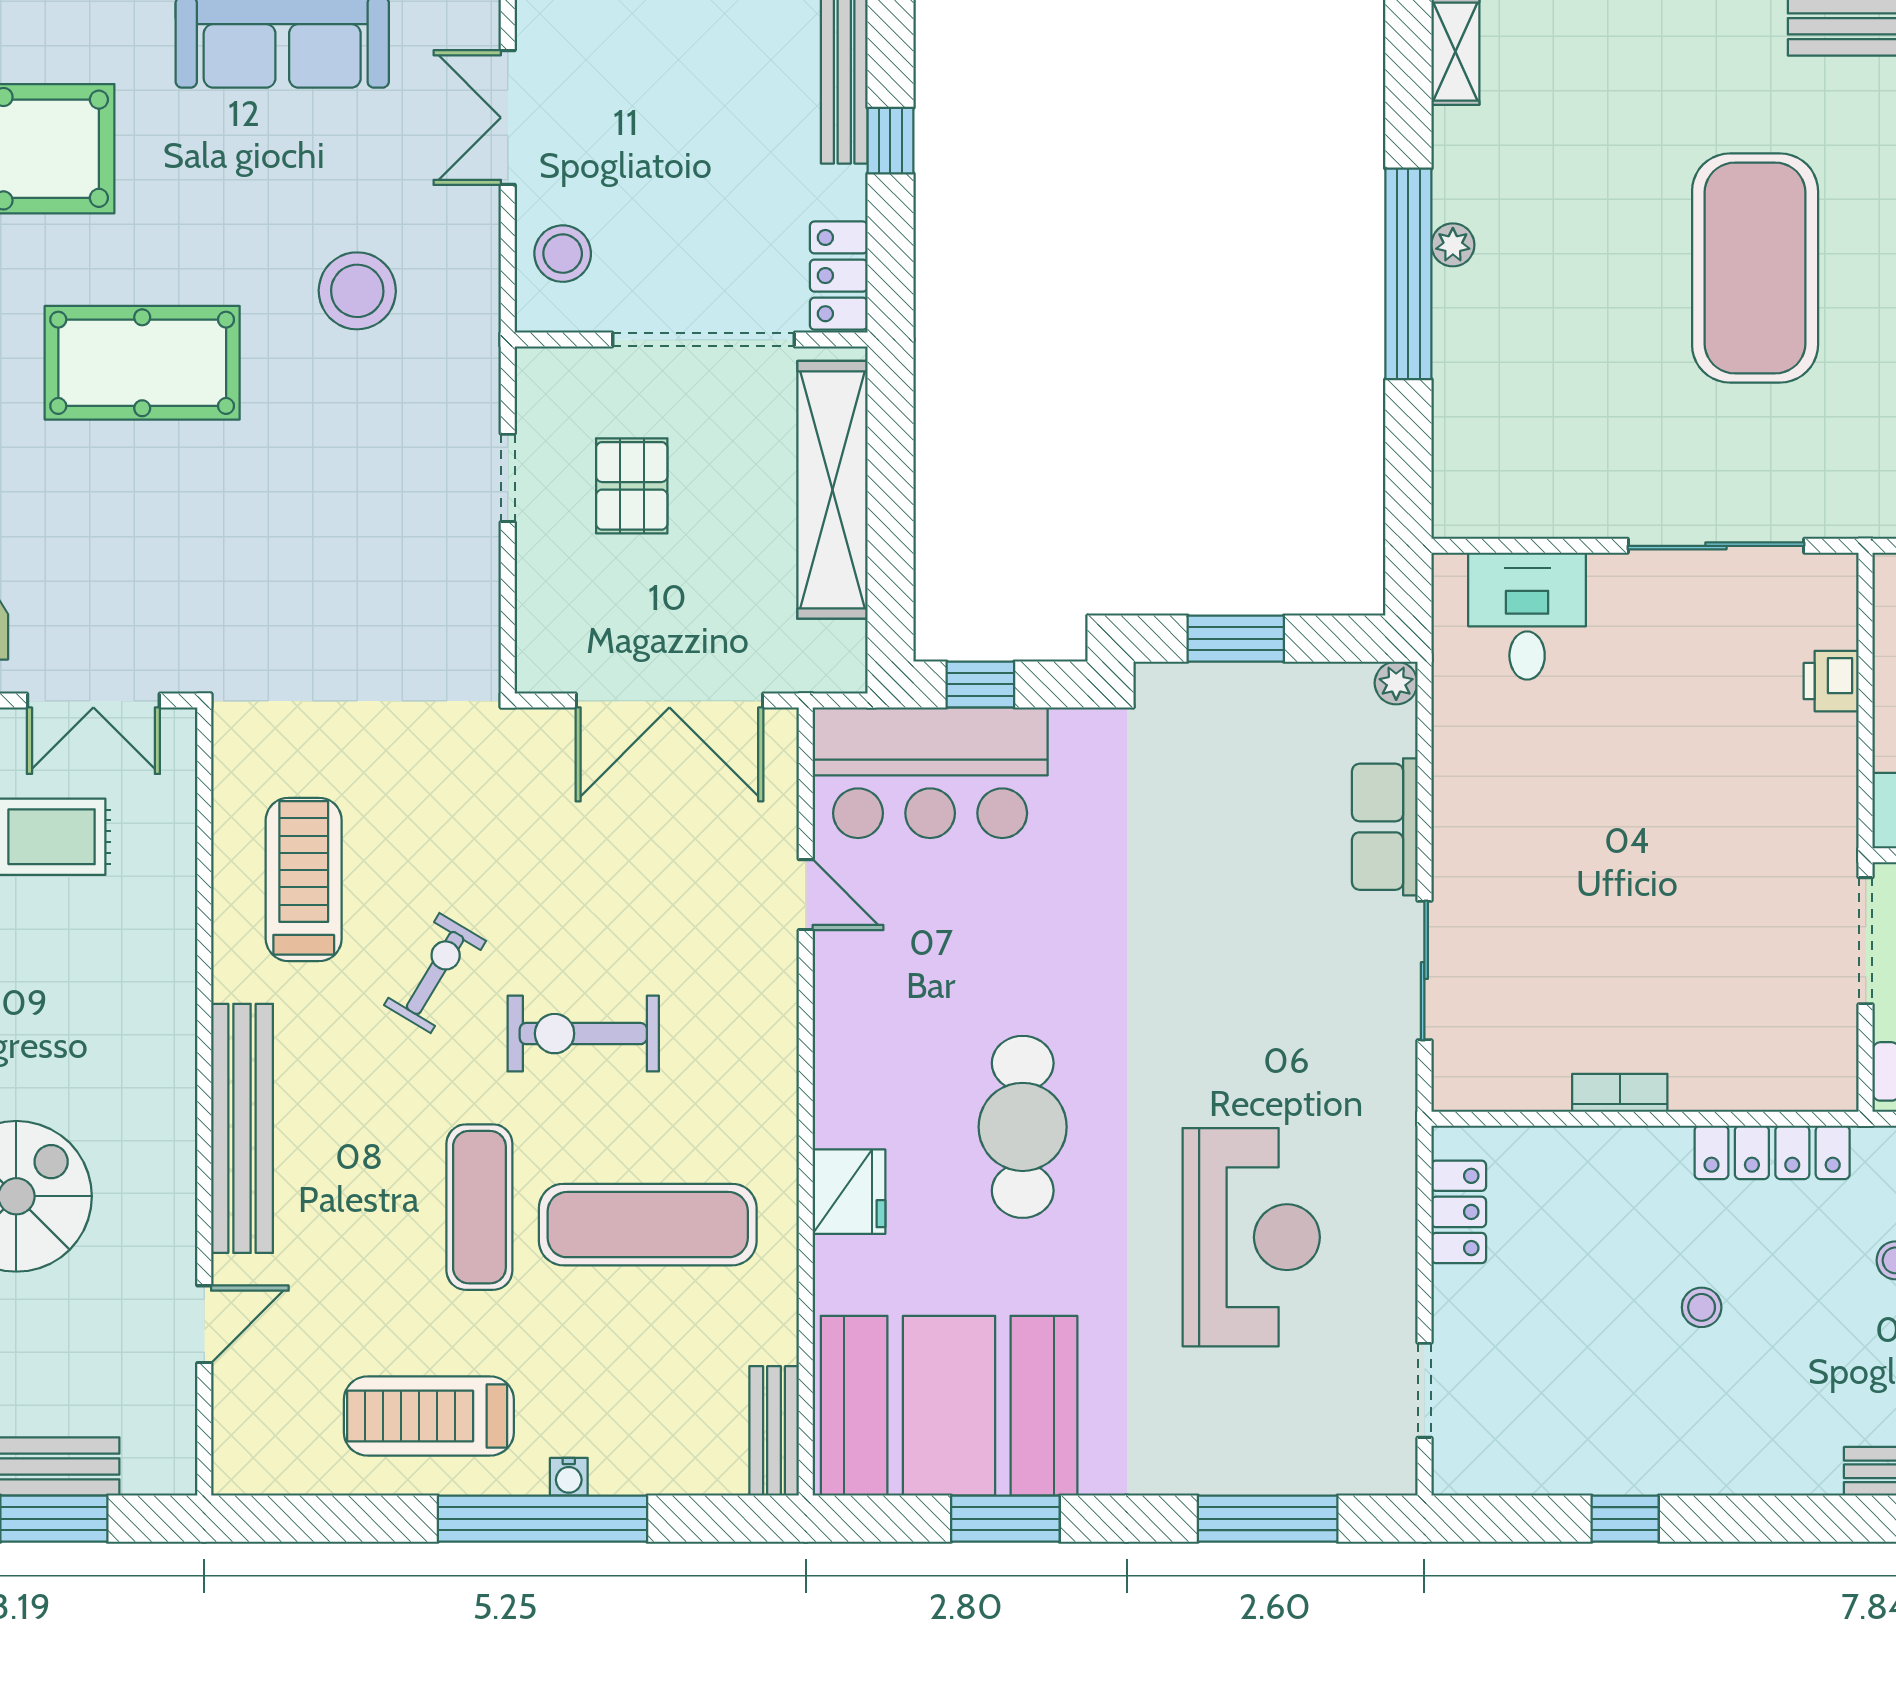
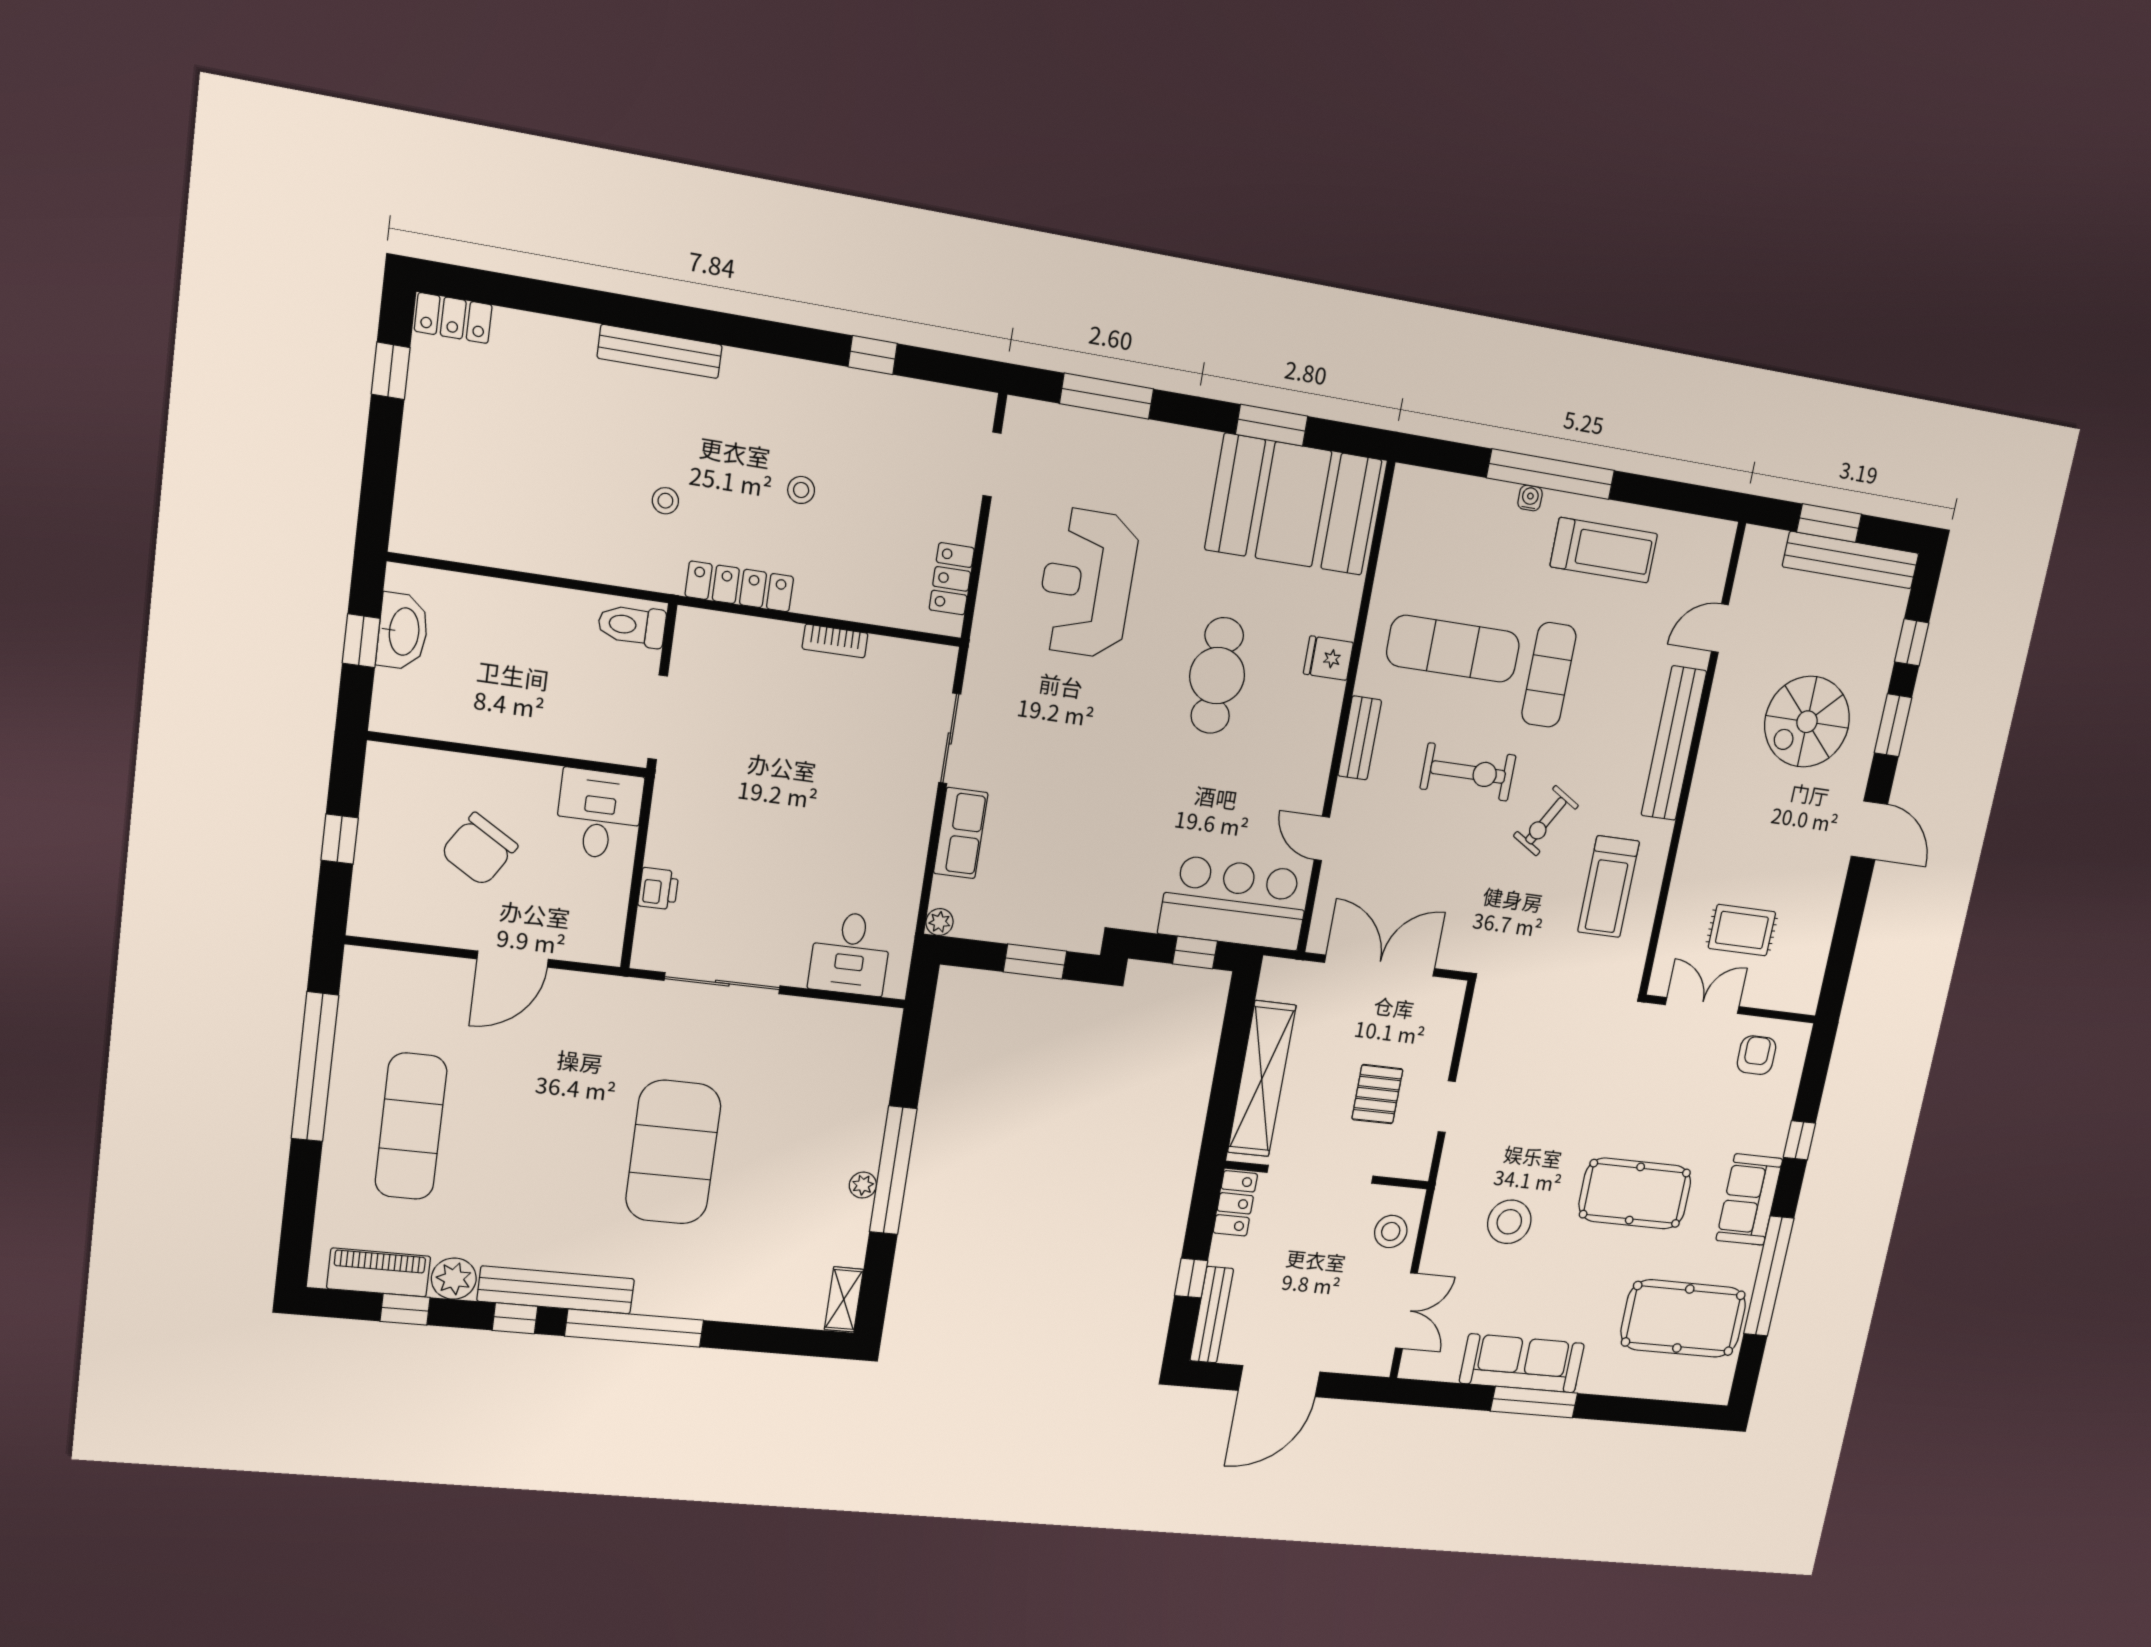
fridge: (849, 1192) -> (1328, 658), width x0.72
bench: (774, 1431) -> (1360, 738), moved

